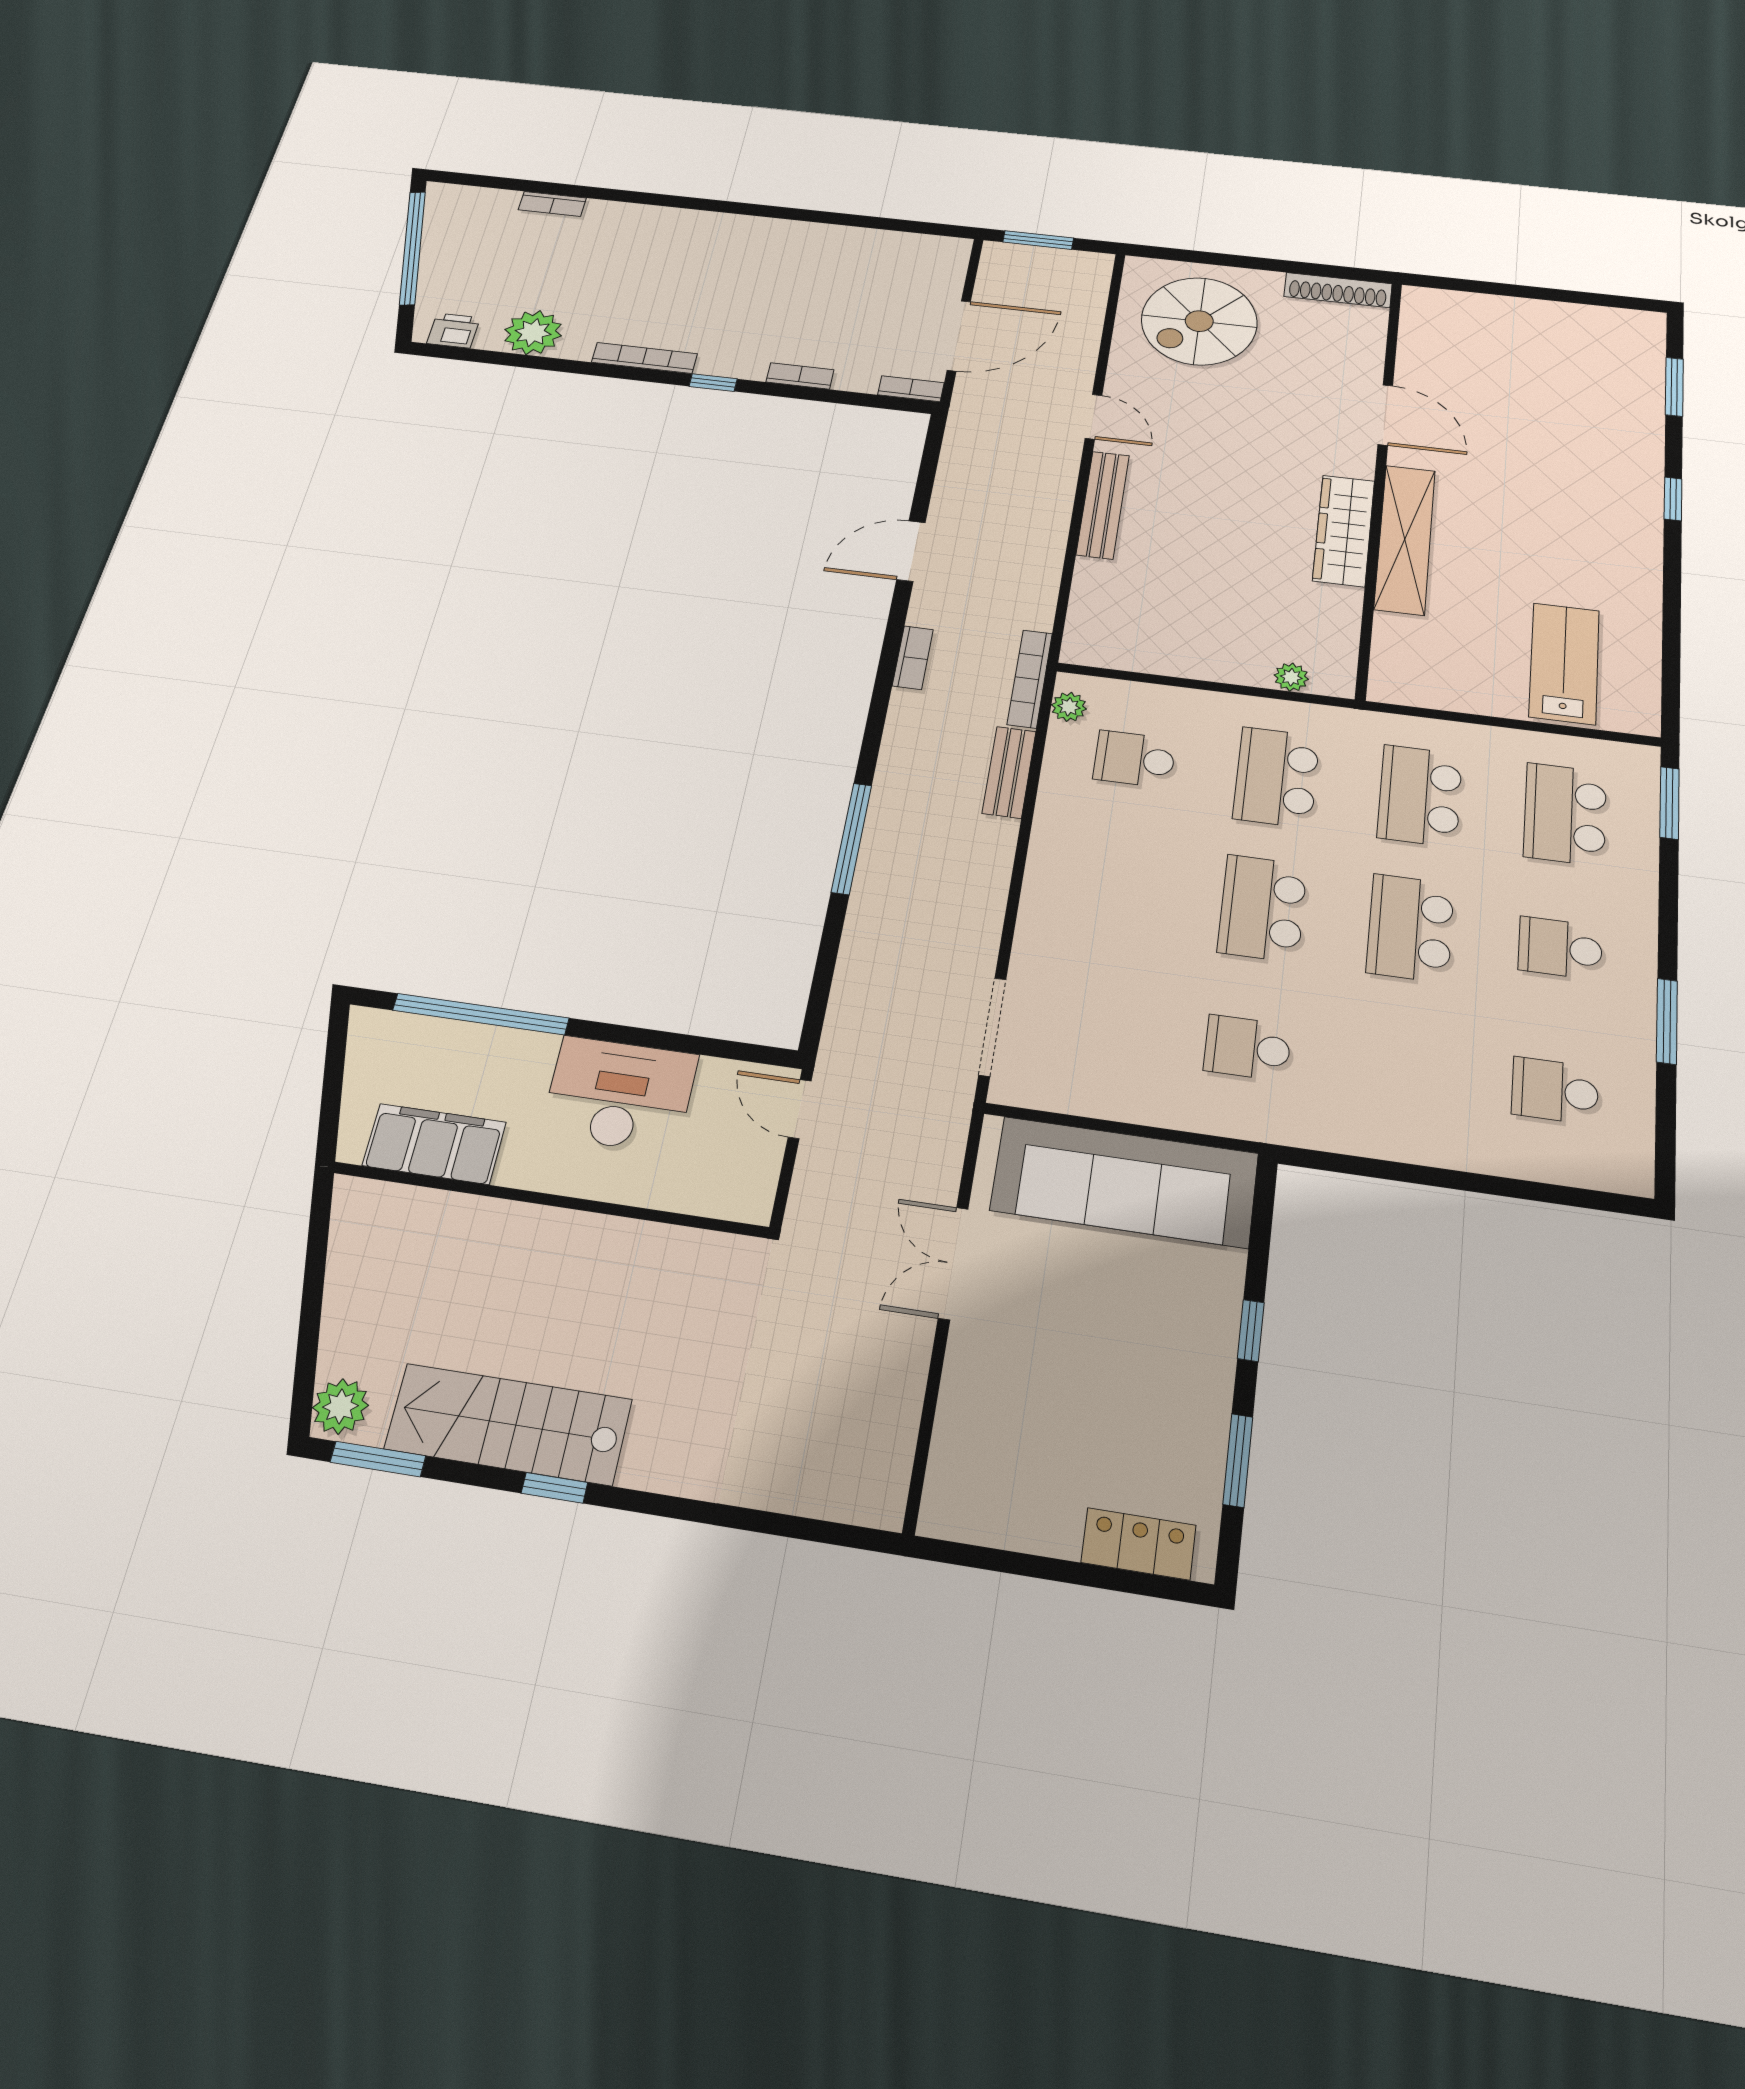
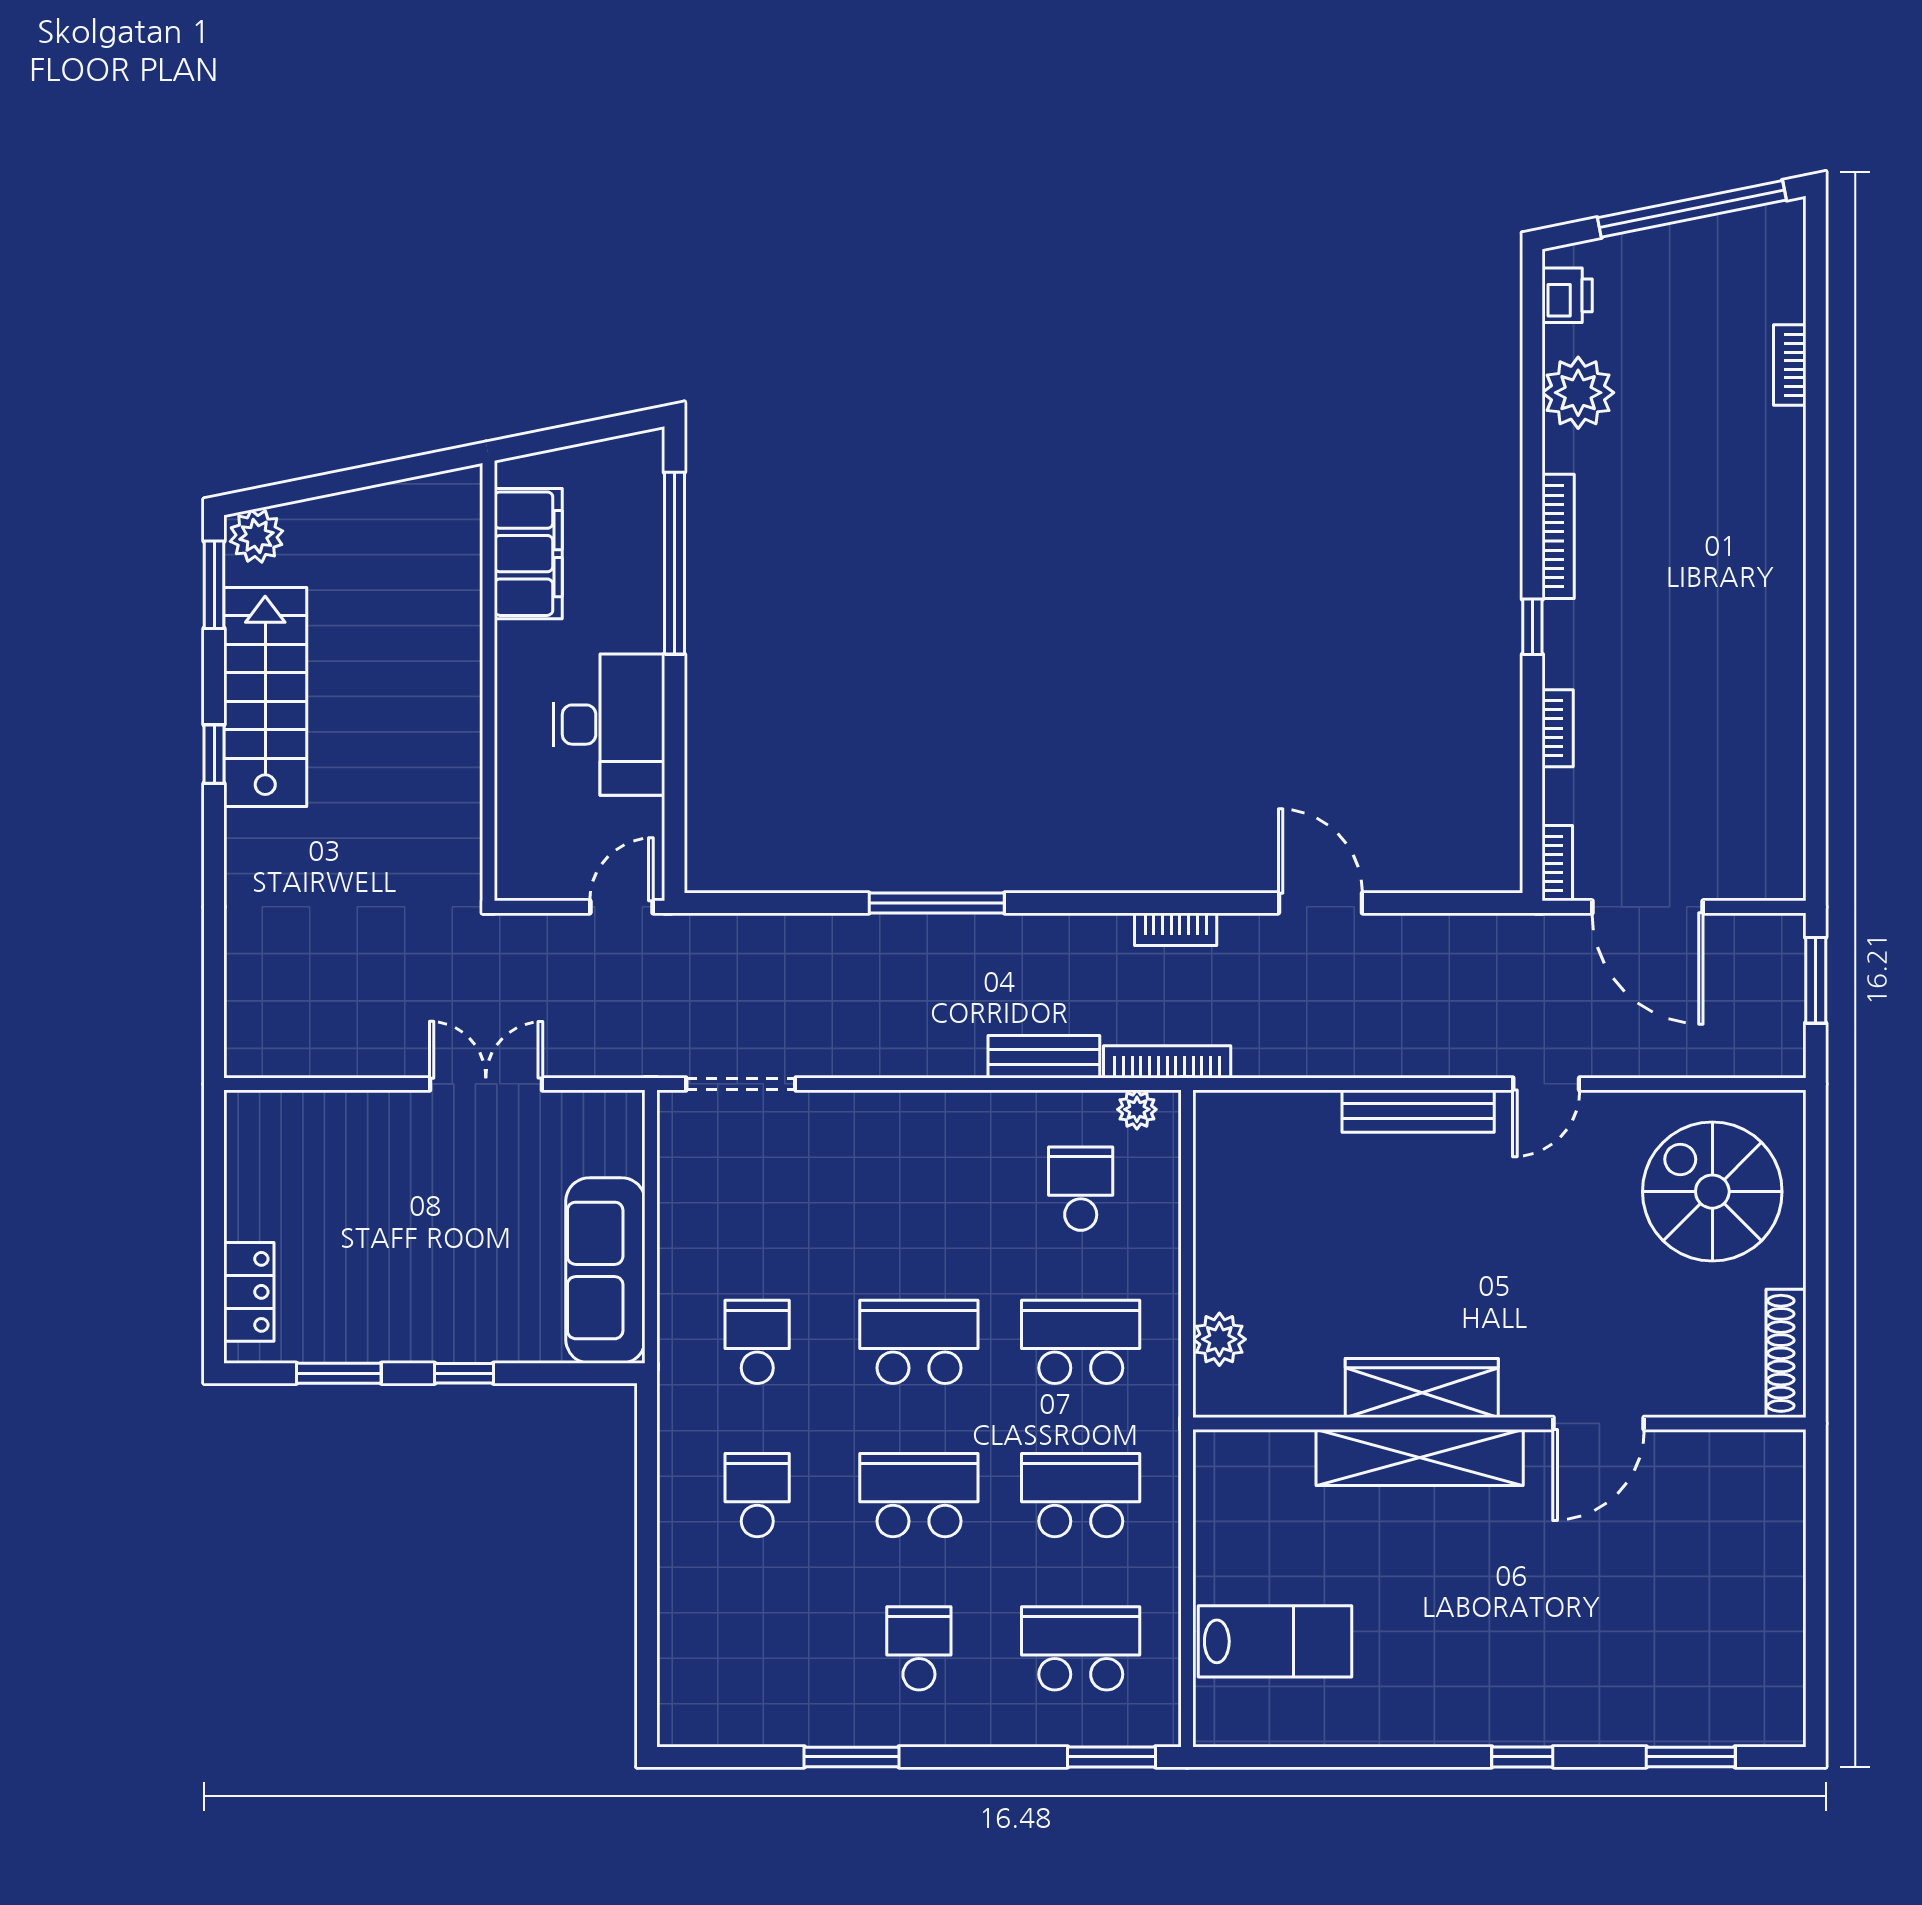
plant: (1291, 677) -> (1219, 1339), width x1.38, depth x1.38
school desk: (1555, 1091) -> (757, 1495), moved
sofa: (1125, 1182) -> (605, 1270), width x0.74, depth x0.79

